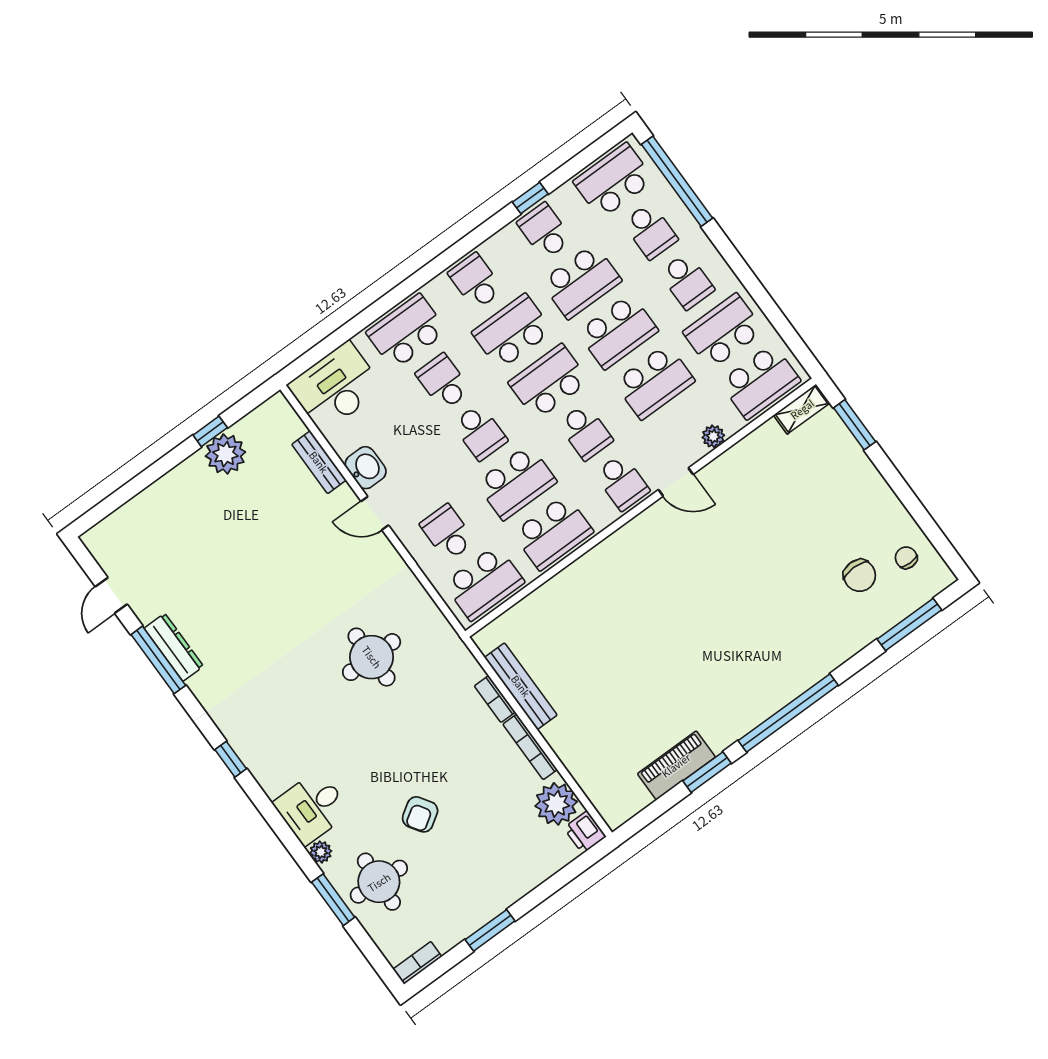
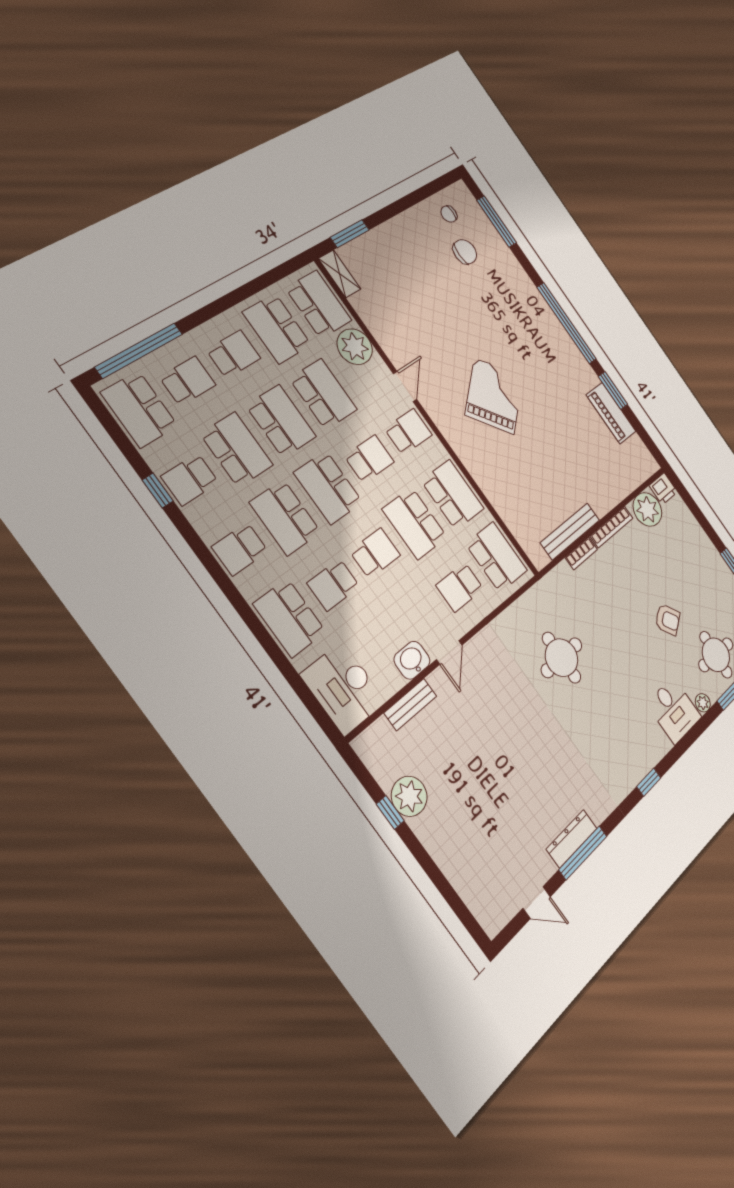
plant: (713, 436) -> (355, 347), width x1.88, depth x1.88
school desk: (516, 482) -> (415, 523), turned 180
grand piano: (679, 599) -> (494, 396), added

